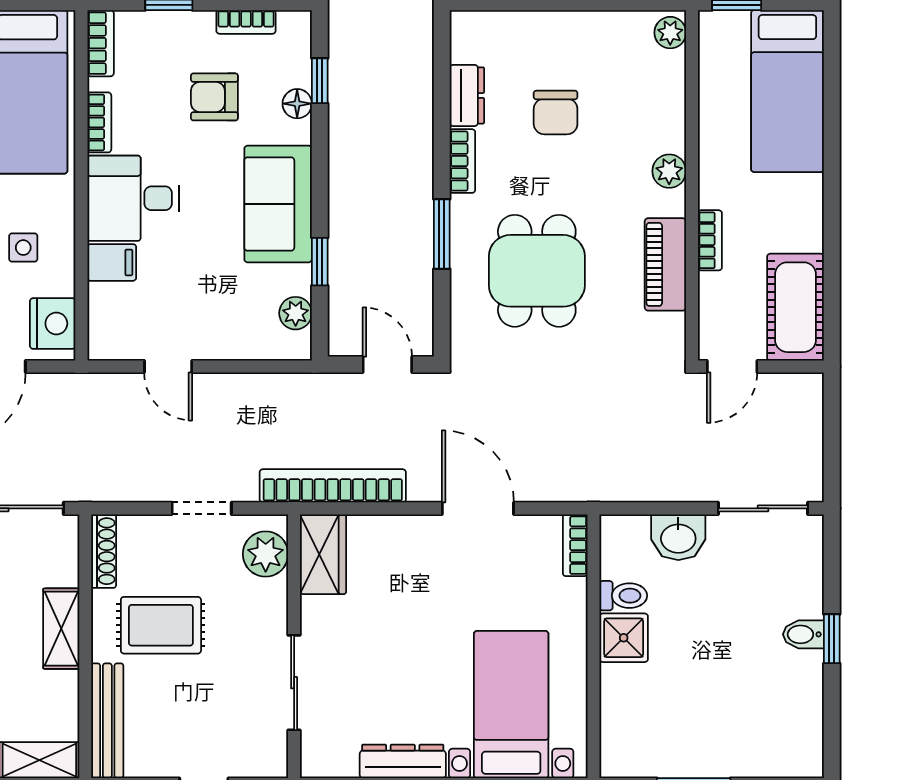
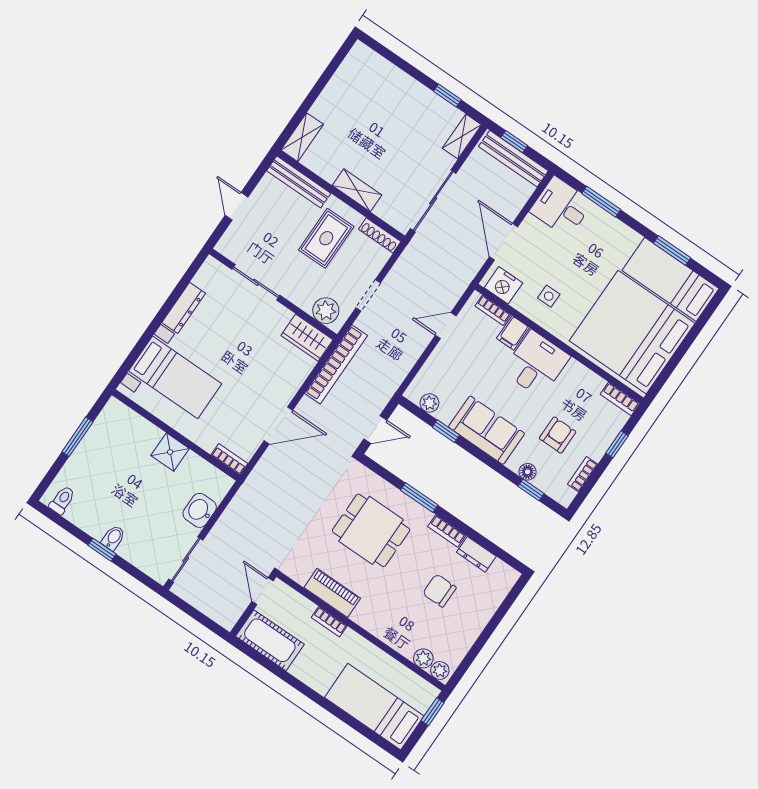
bookcase: (99, 122) -> (493, 310), moved
plant: (669, 171) -> (423, 658), moved
toilet: (623, 596) -> (62, 500), moved, turned 180

